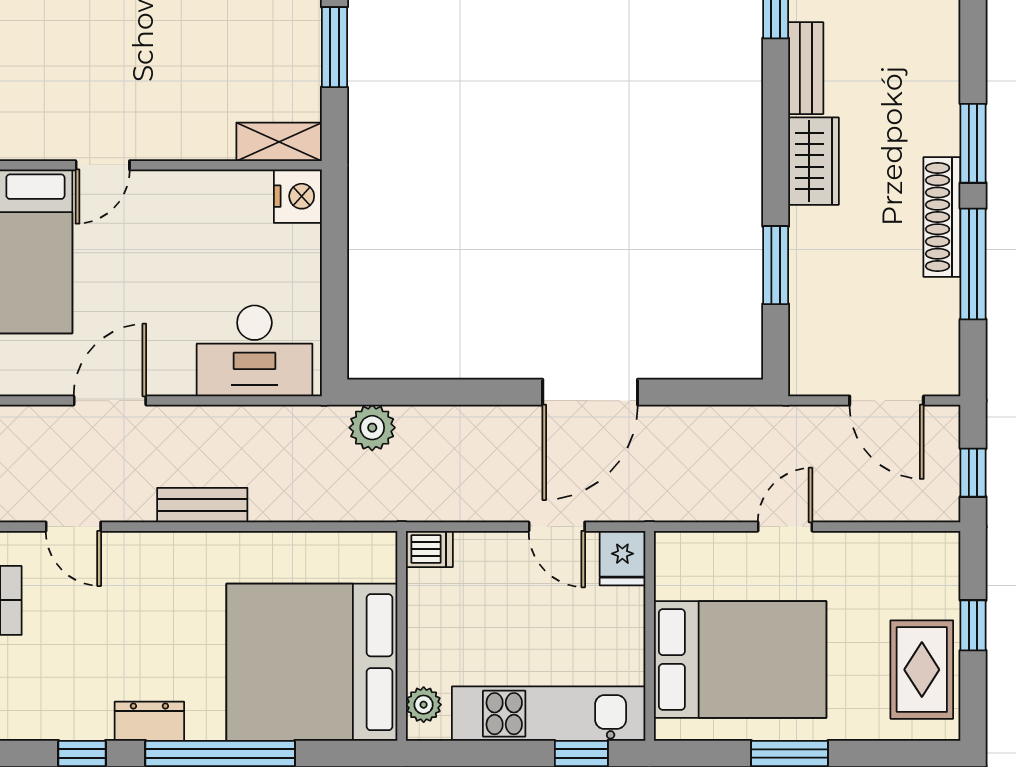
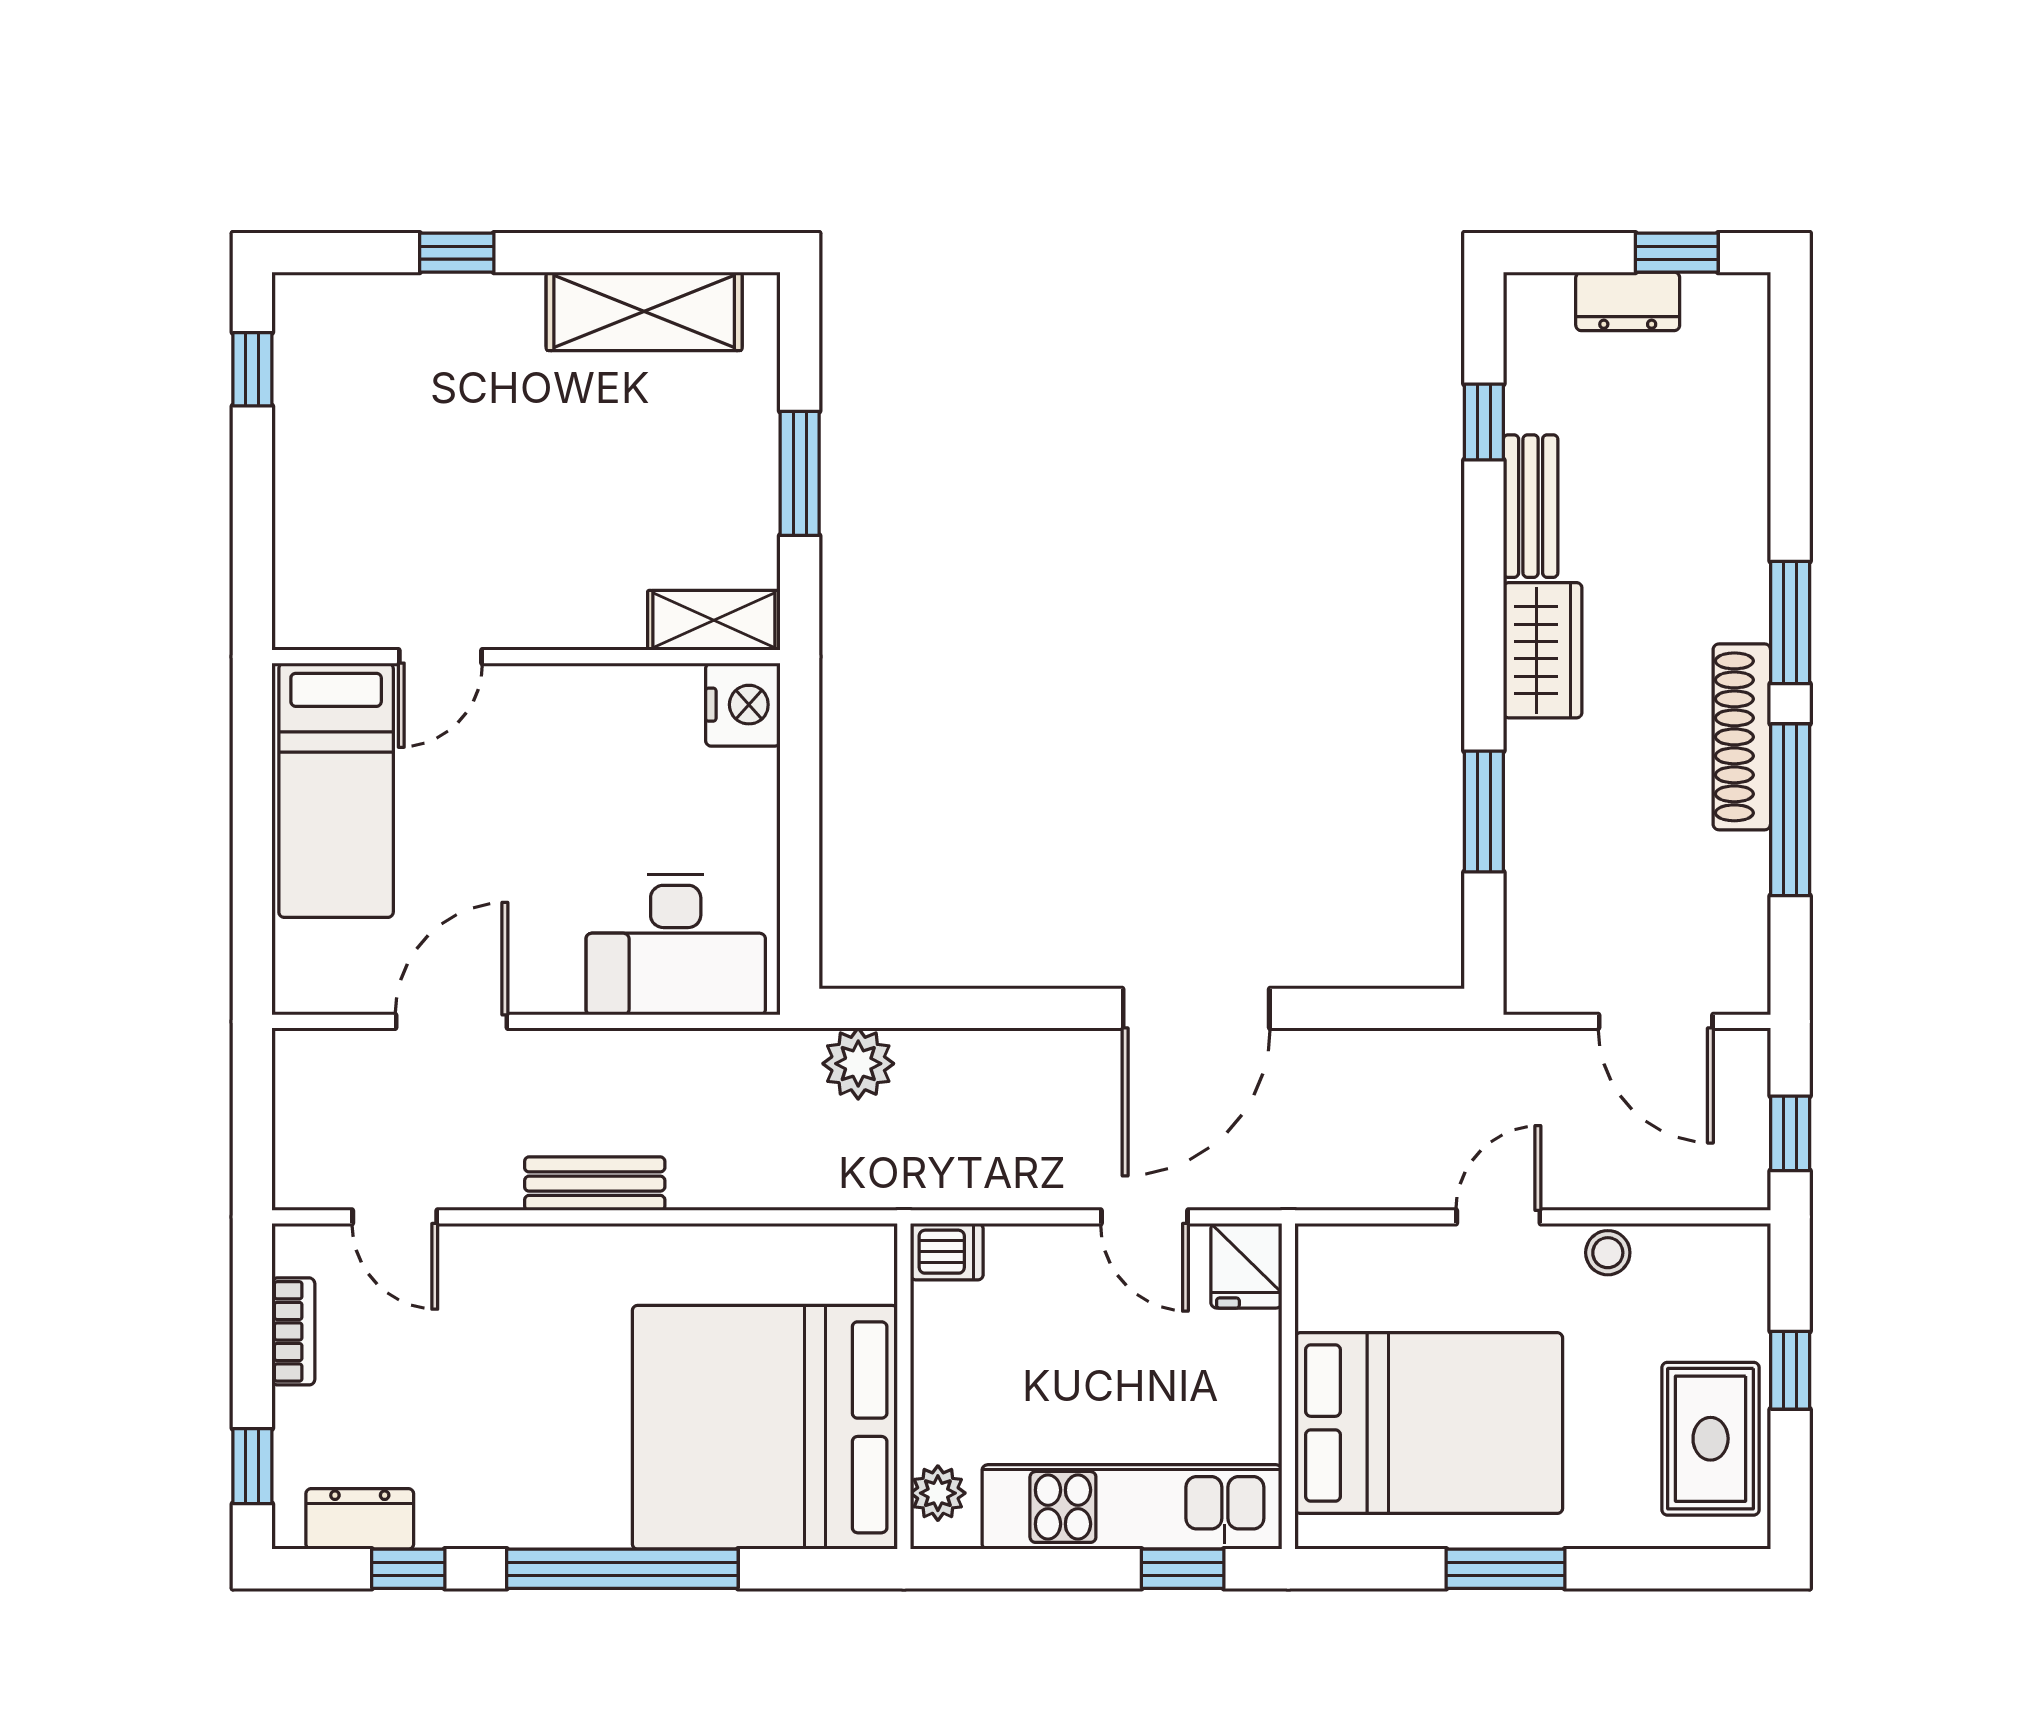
stool: (856, 550) -> (1608, 1253), added
dresser: (149, 721) -> (360, 1519), moved

